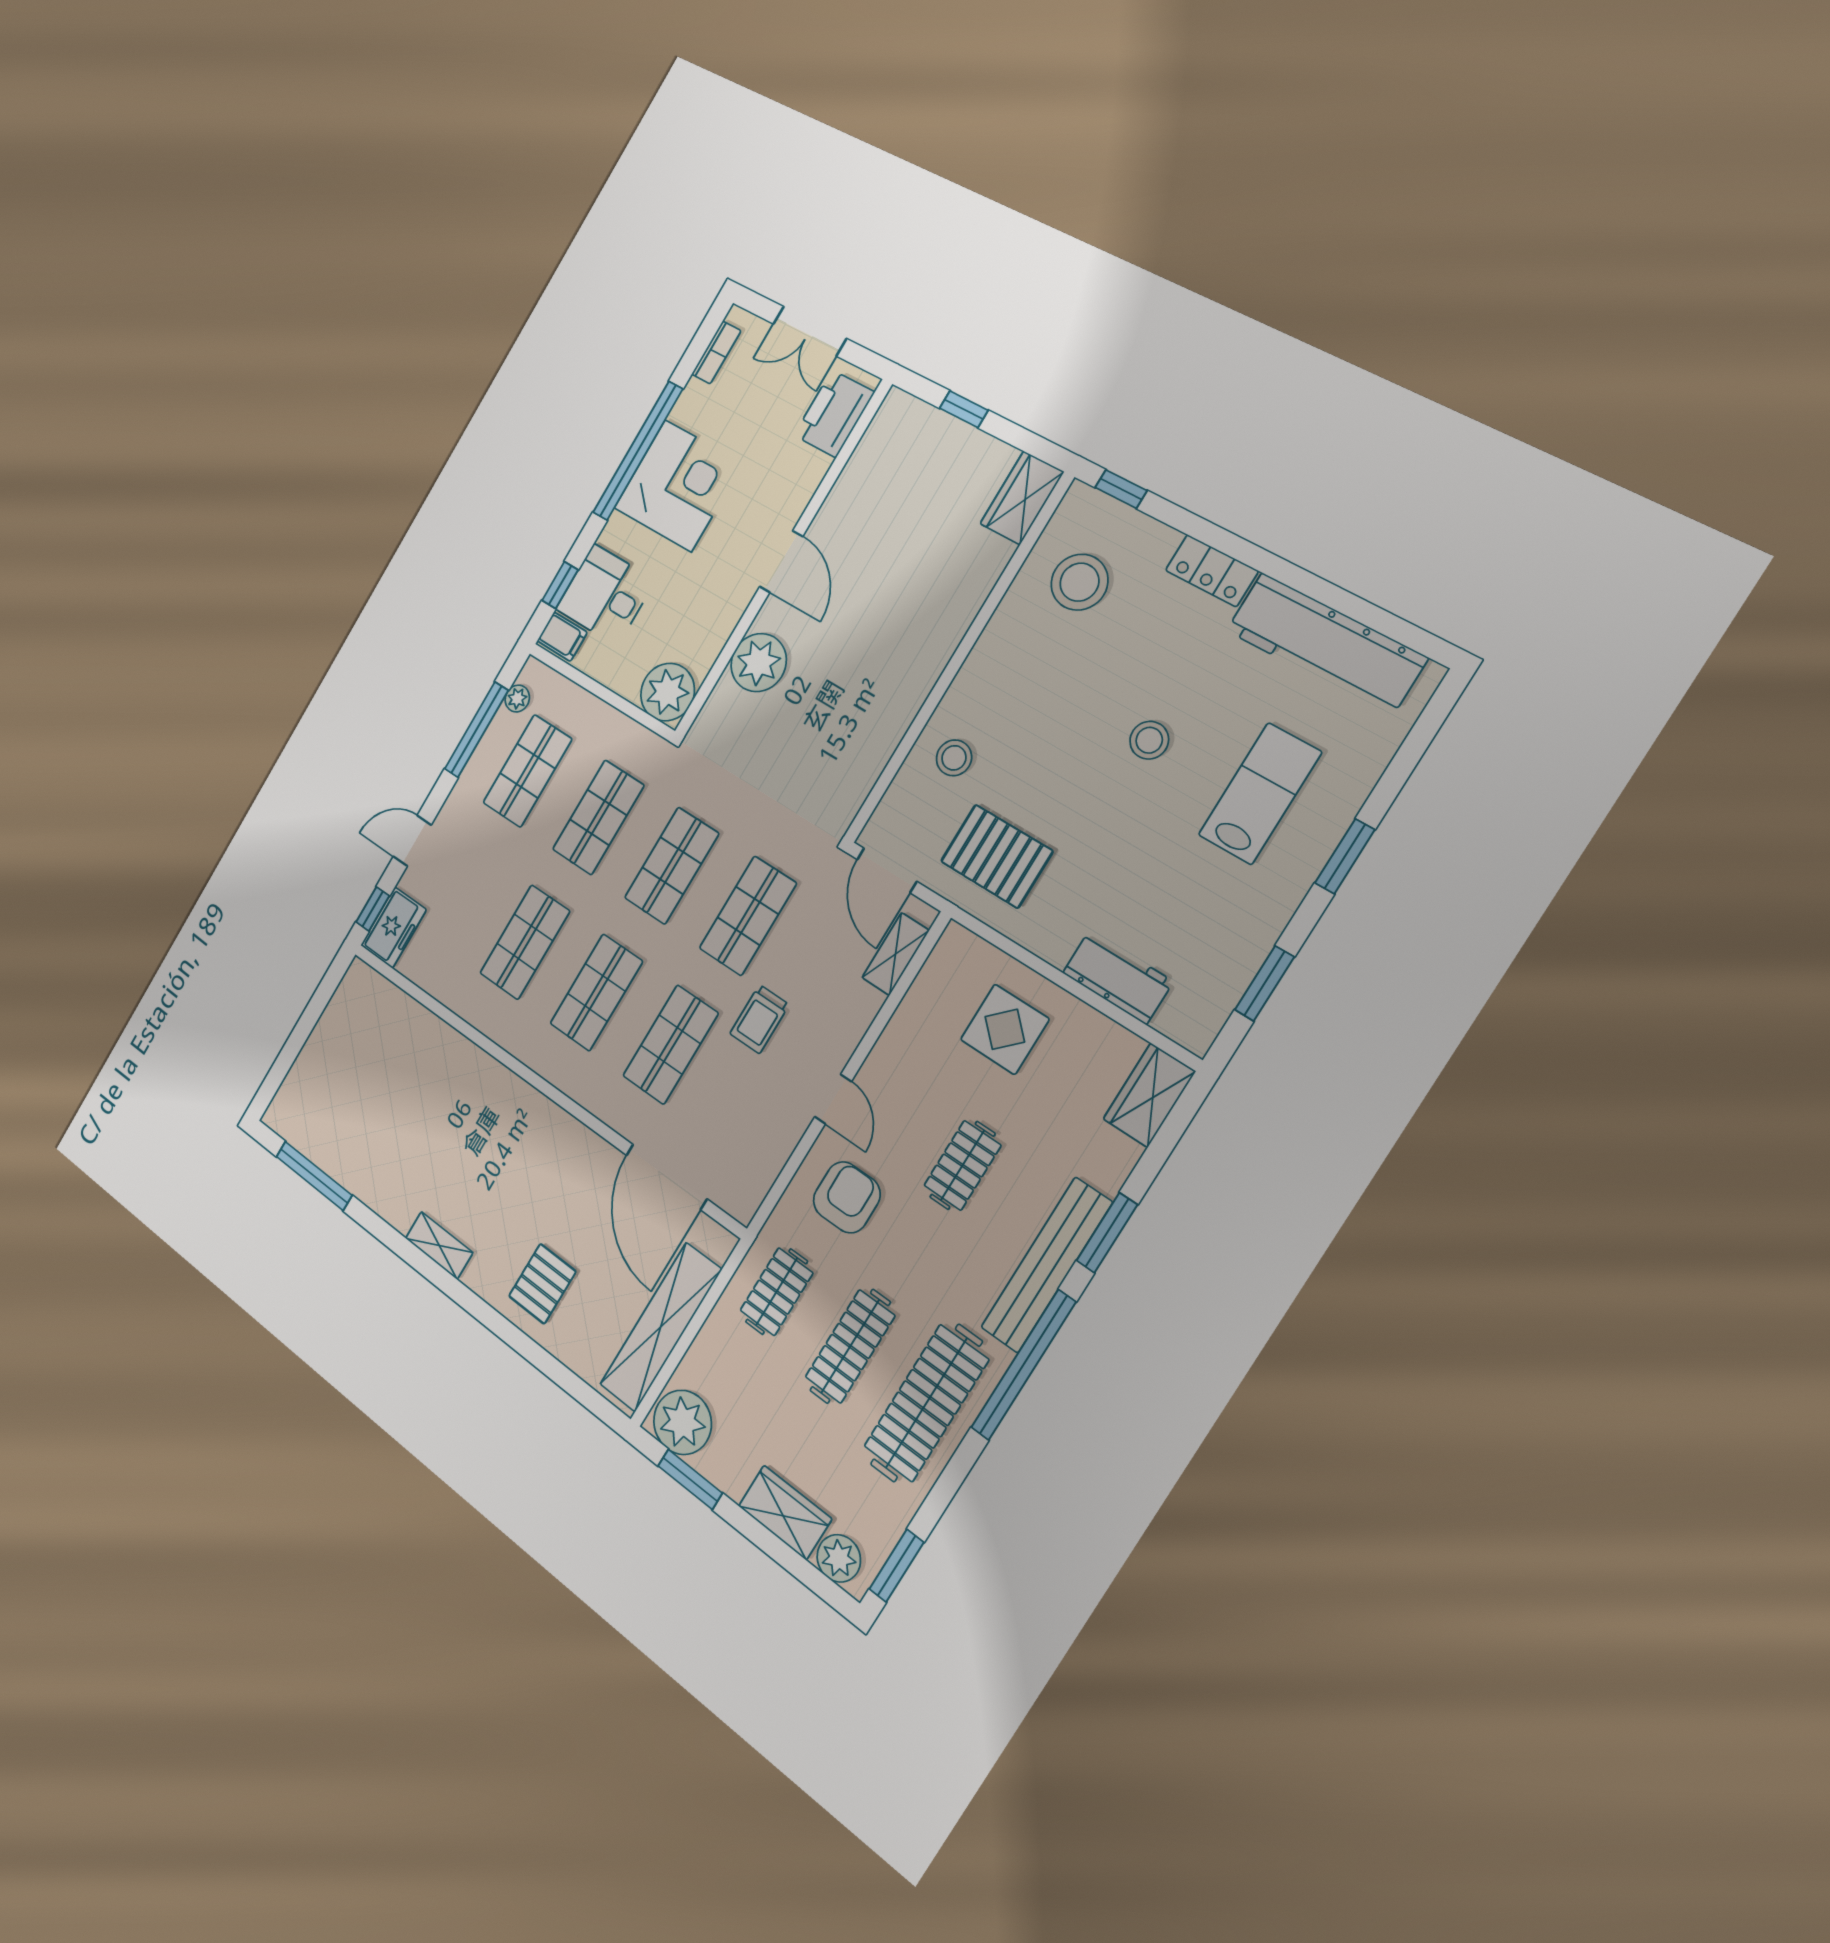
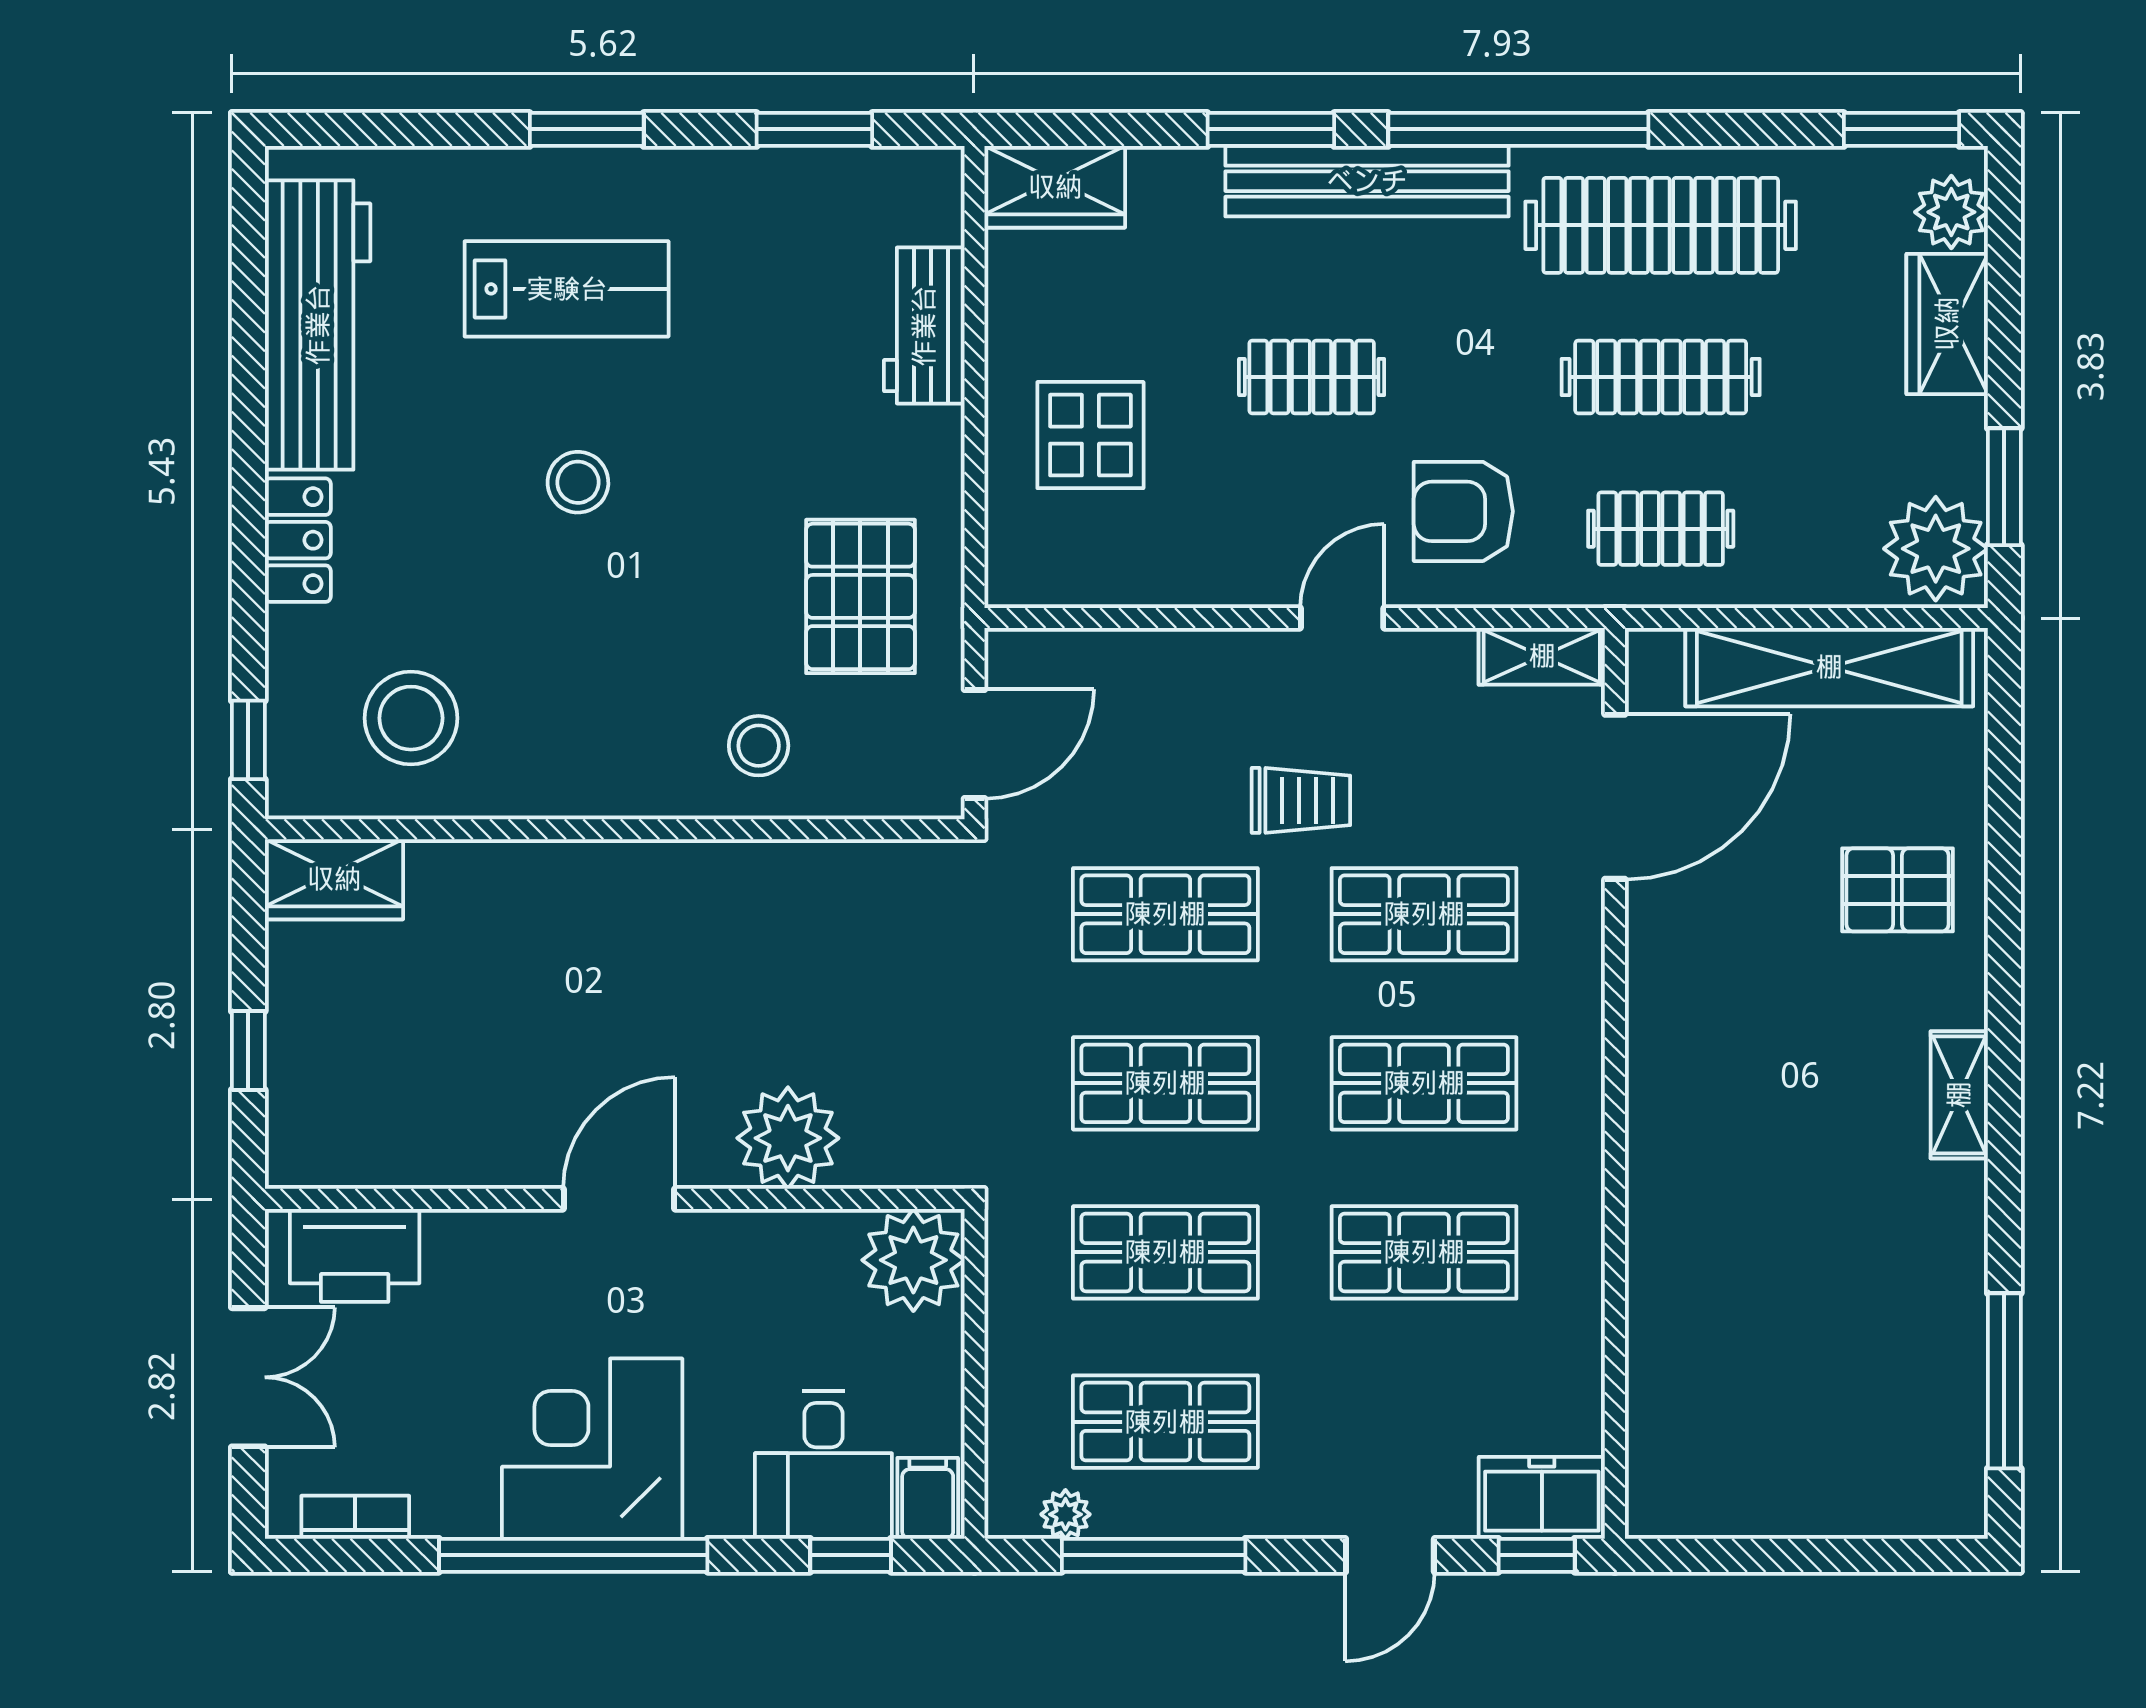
lab bench: (1260, 794) -> (567, 289), turned 180
door: (412, 841) -> (1390, 1555), hinge flipped
shelving: (895, 954) -> (1542, 656), moved

